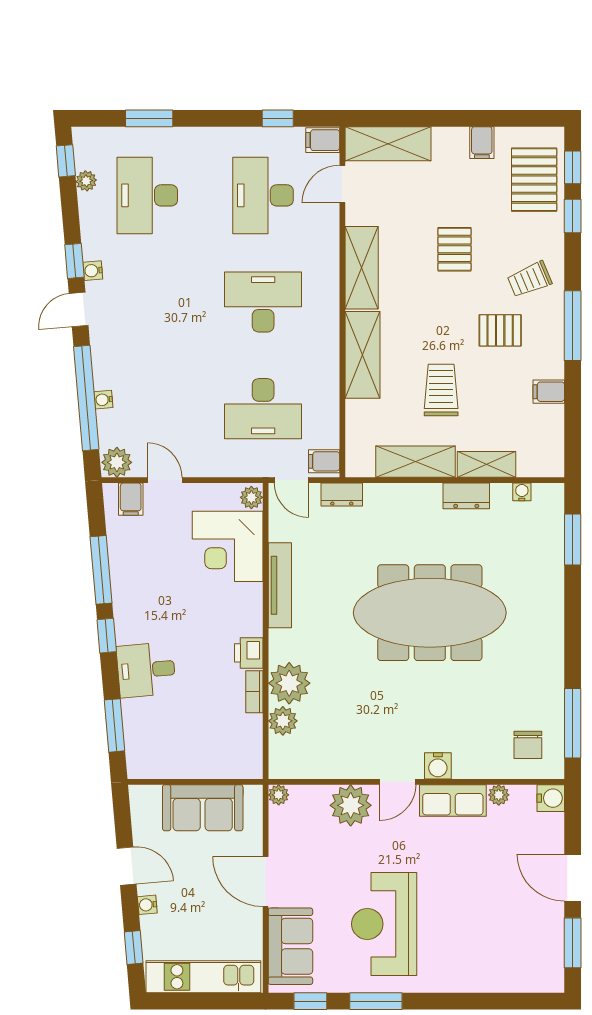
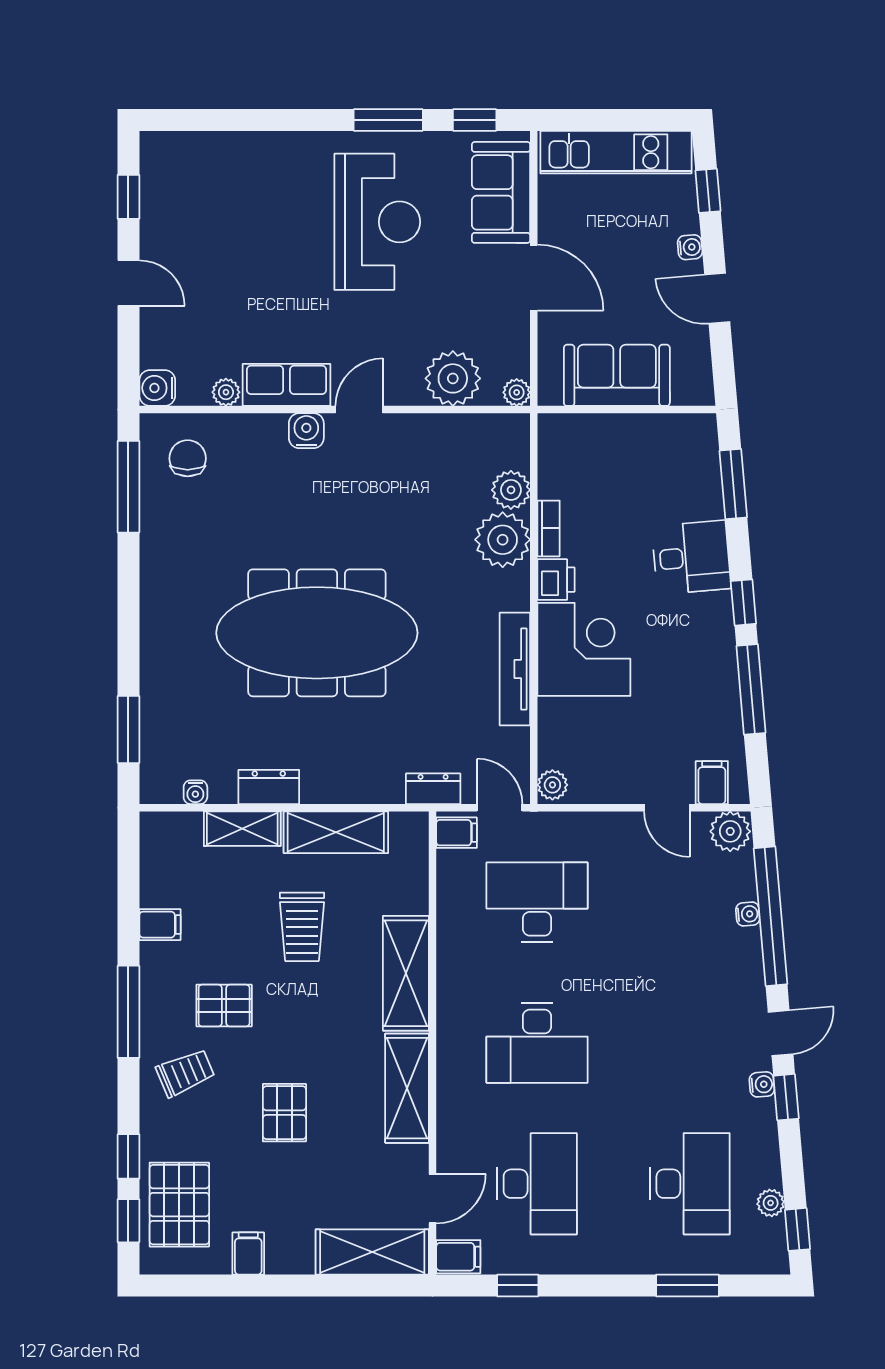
corner desk: (228, 546) -> (584, 649), moved
plant: (351, 805) -> (453, 378), moved
door: (573, 878) -> (128, 283), width x0.73
window: (573, 943) -> (128, 197), width x0.67

